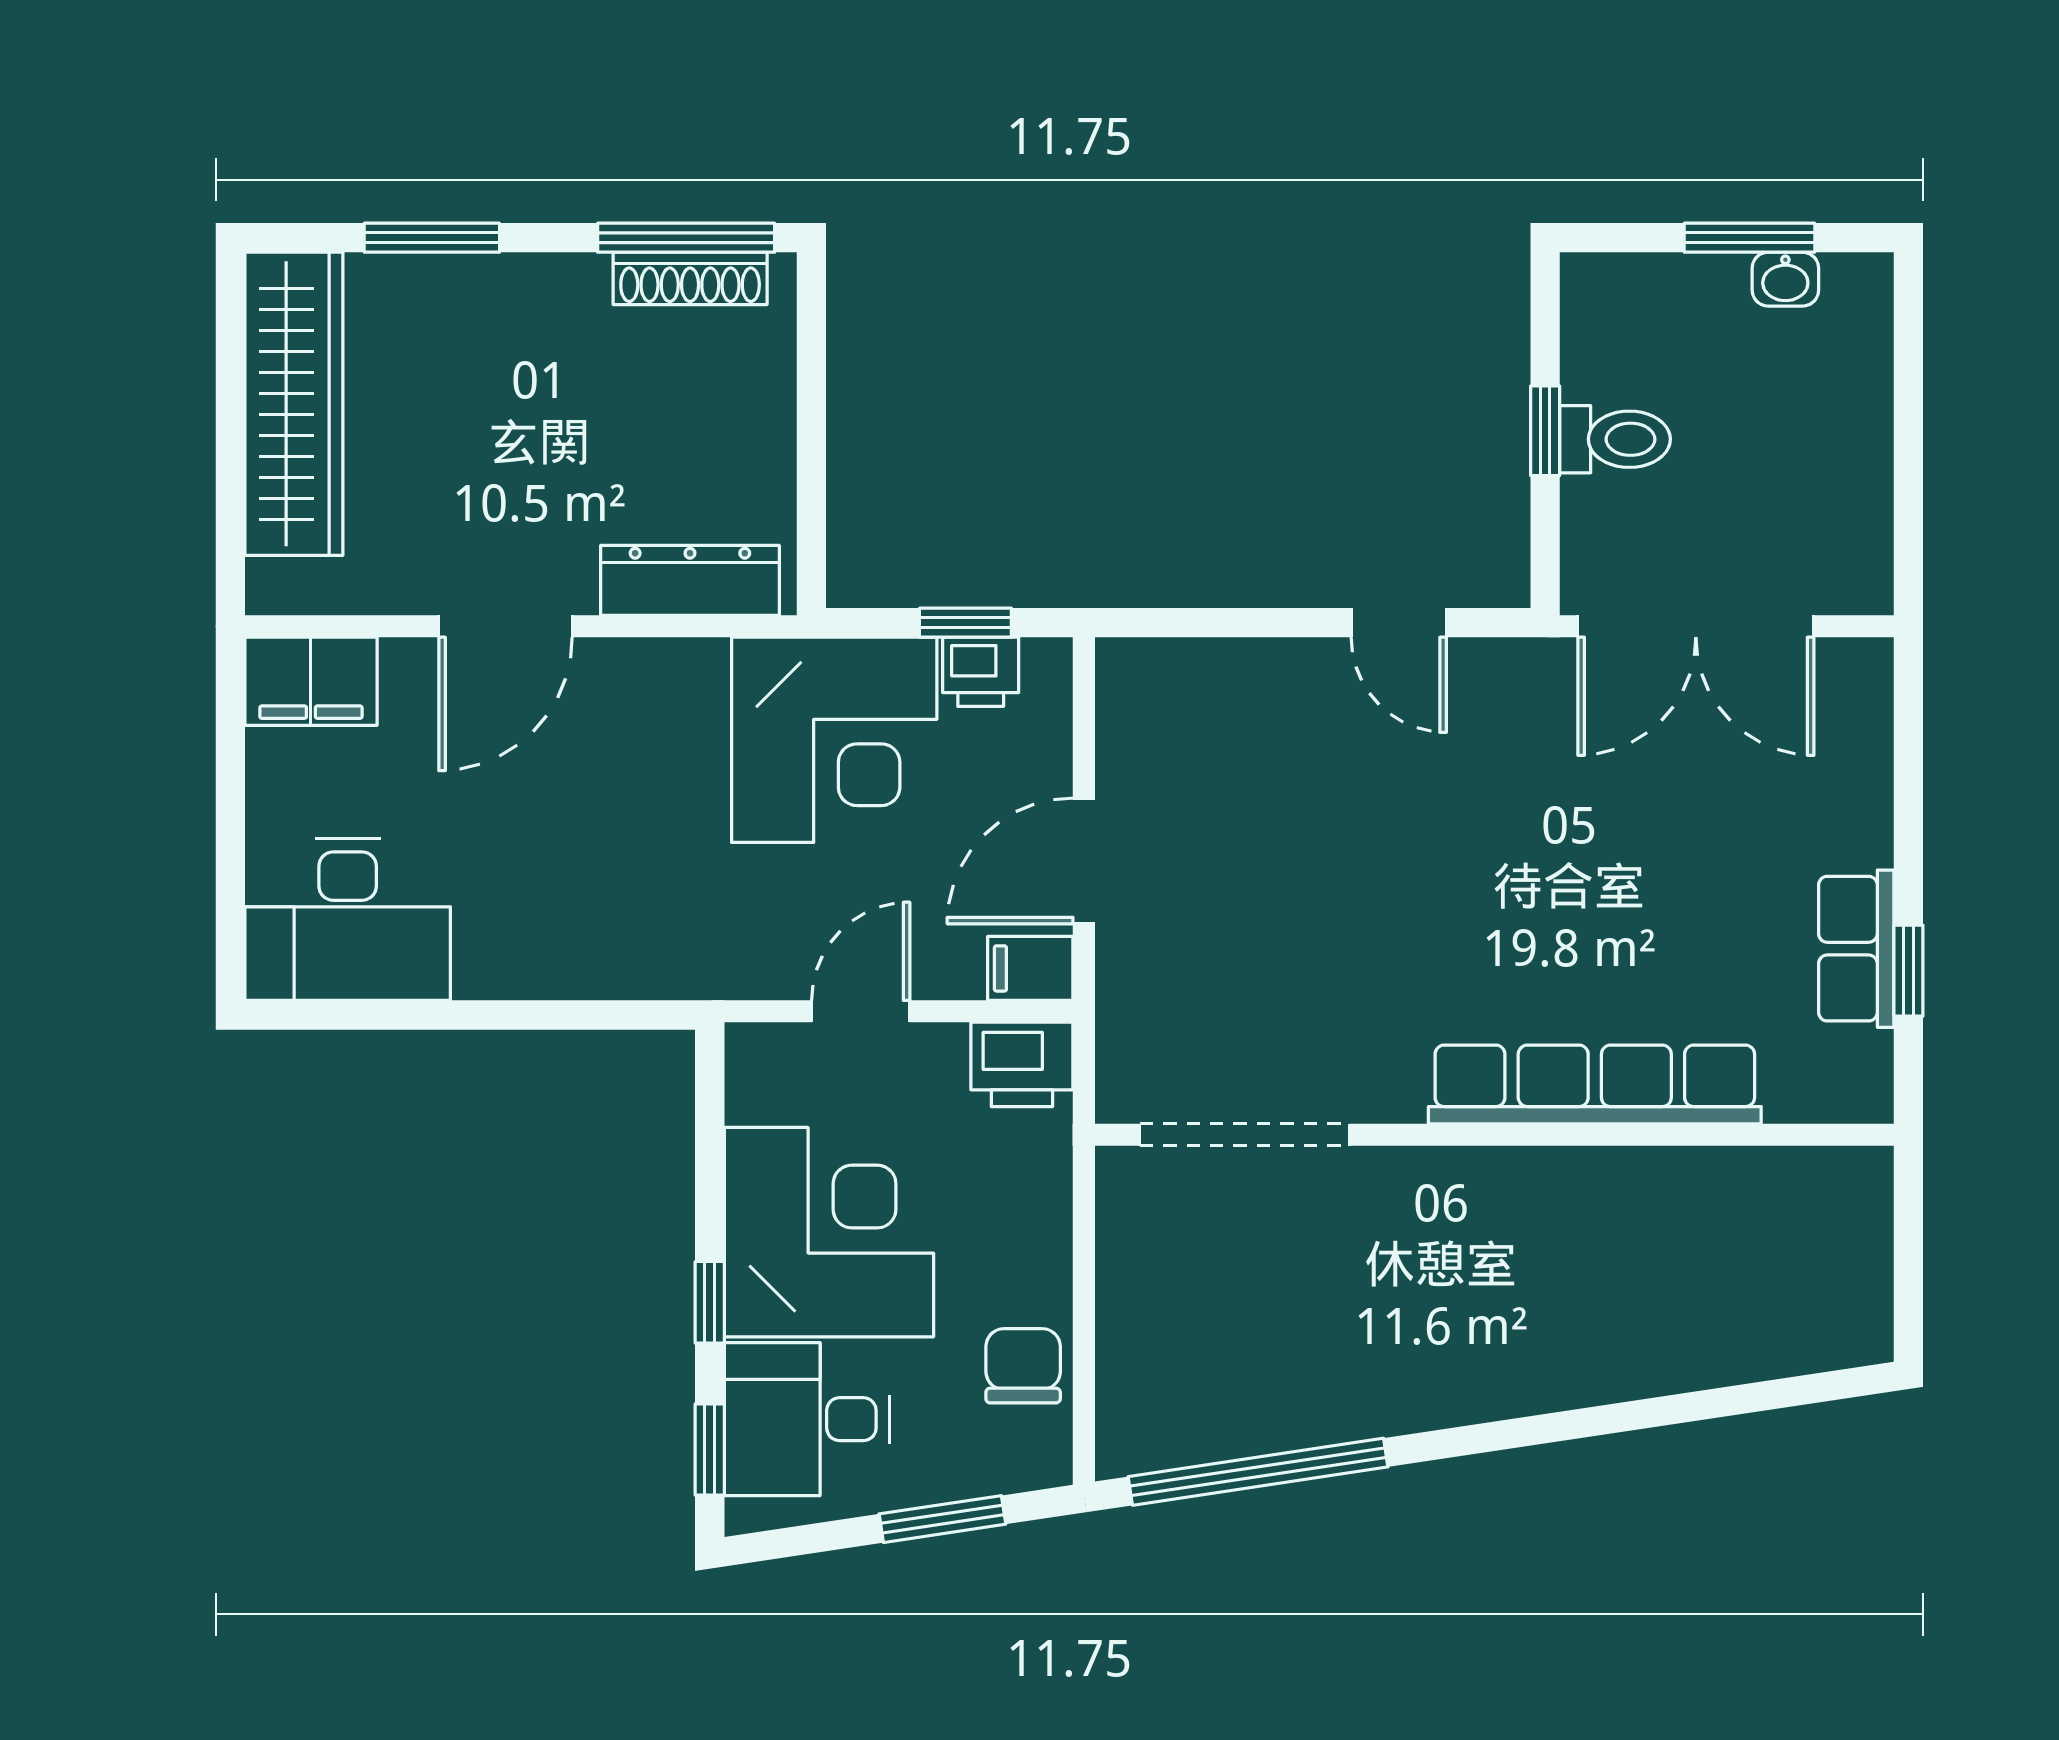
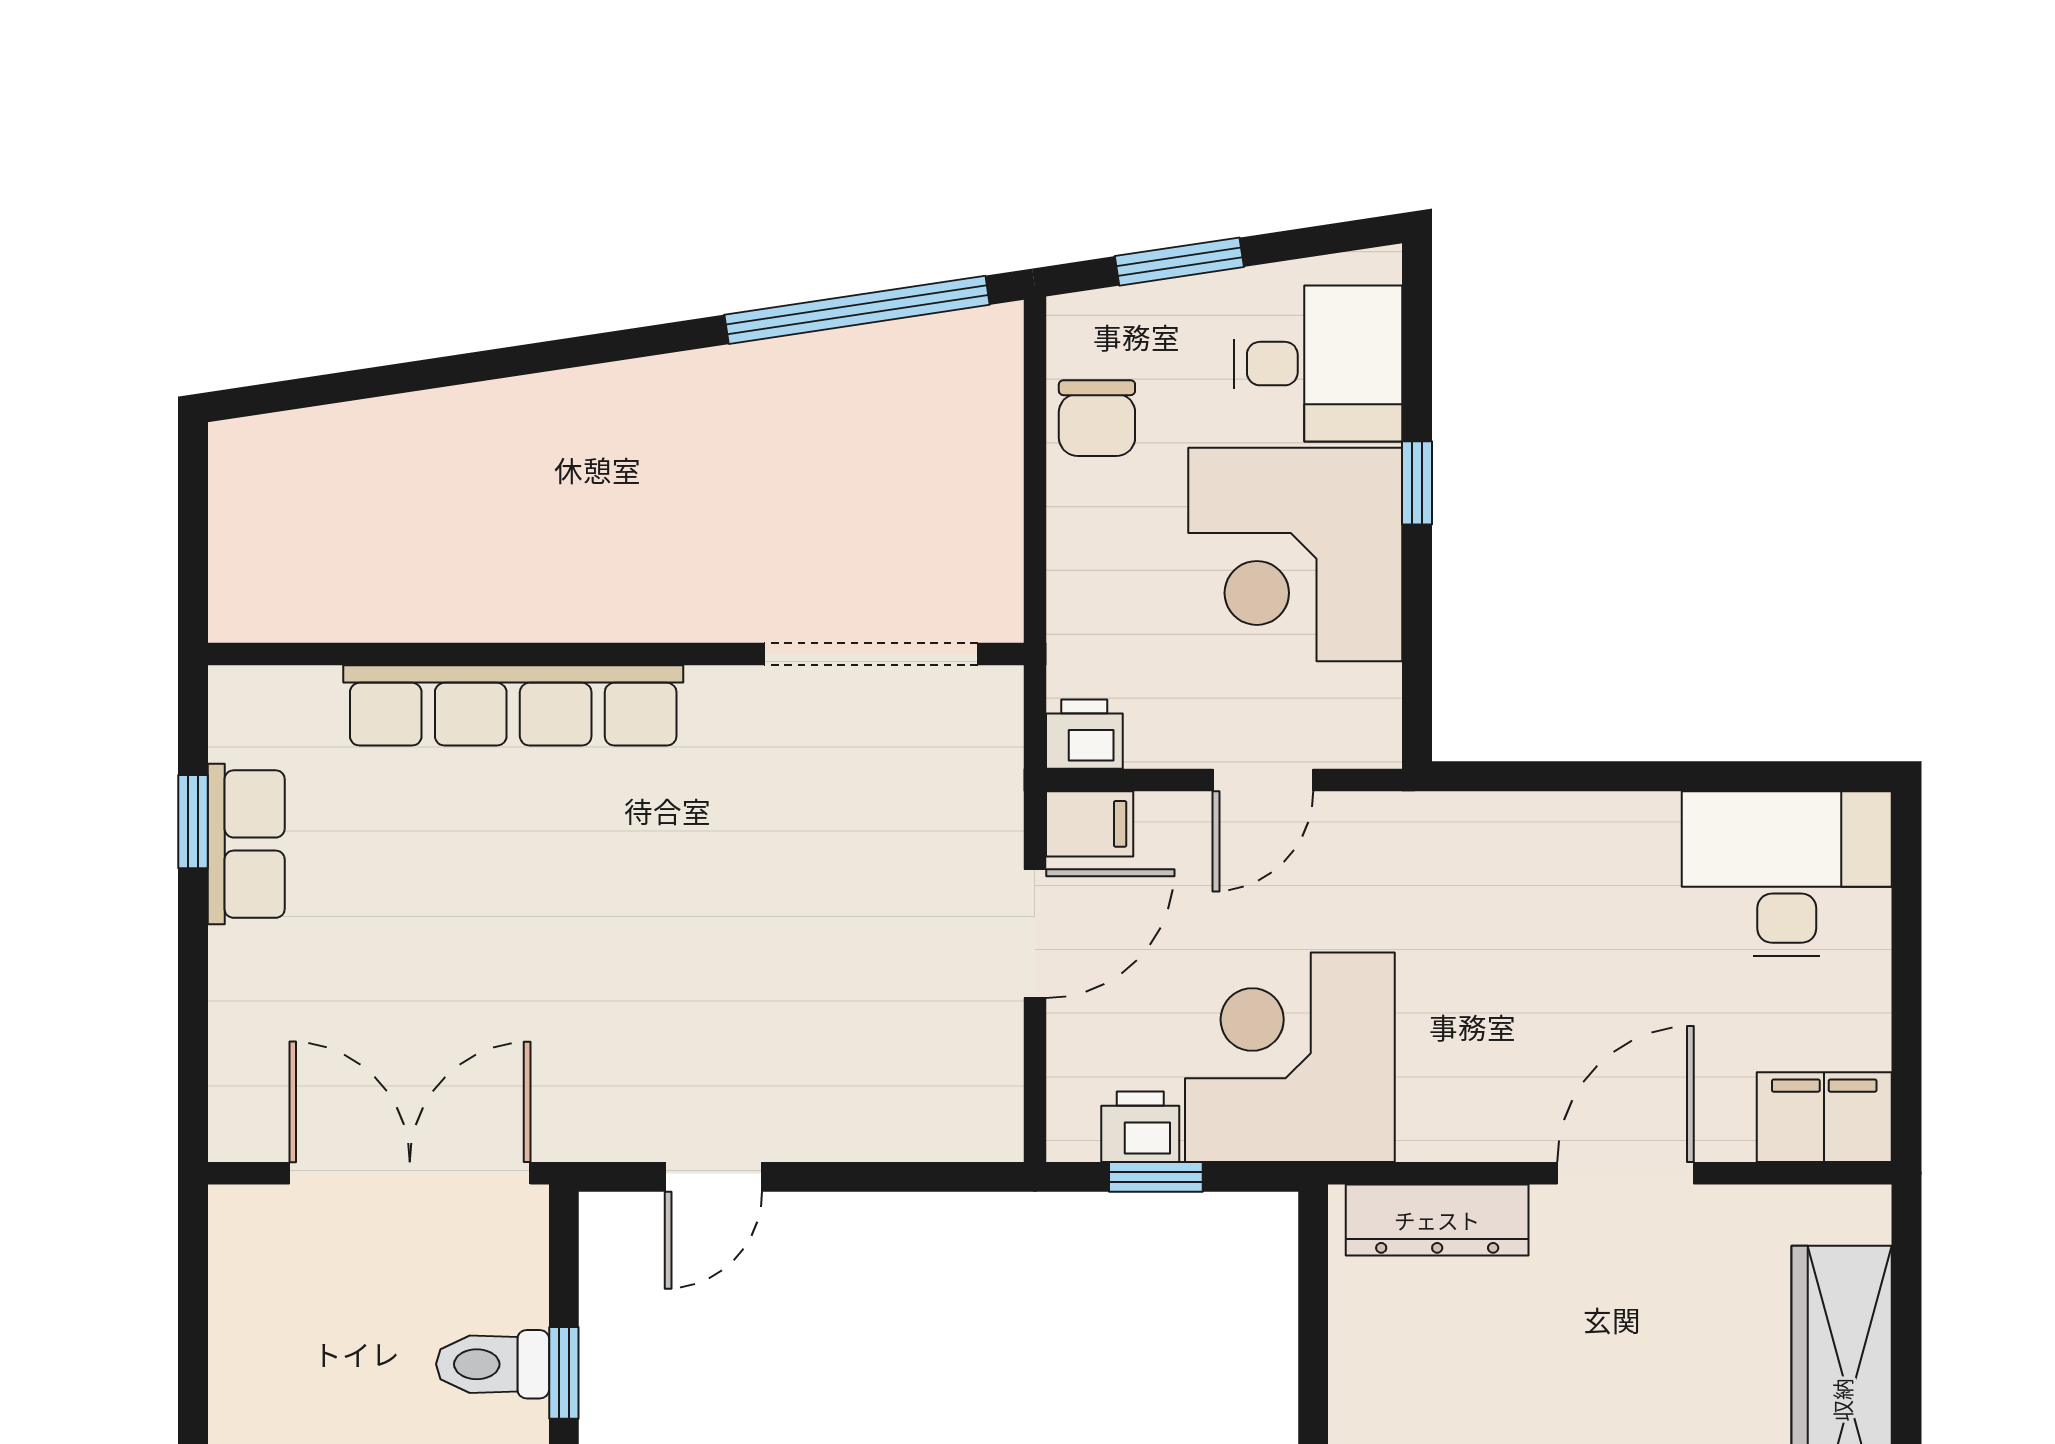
door: (1399, 623) -> (713, 1177), swing flipped
printer: (1022, 1064) -> (1084, 734), width x0.73, depth x0.81
window: (710, 1450) -> (1417, 333), removed

